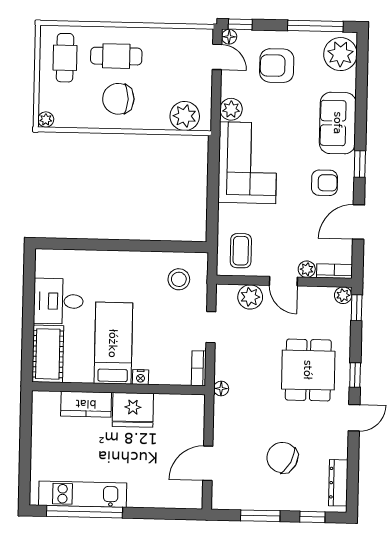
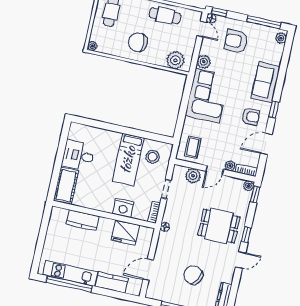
plant: (340, 54) -> (281, 38), width x0.53, depth x0.53
cafe table: (116, 56) -> (165, 16), moved
door: (283, 281) -> (215, 170), hinge flipped
bed: (113, 343) -> (128, 160), moved, turned 180
dining table: (308, 370) -> (219, 226), turned 90
nightstand: (141, 377) -> (123, 208), width x1.89, depth x1.79
fridge: (133, 410) -> (125, 232), moved
kitchen counter: (153, 496) -> (112, 282), added

